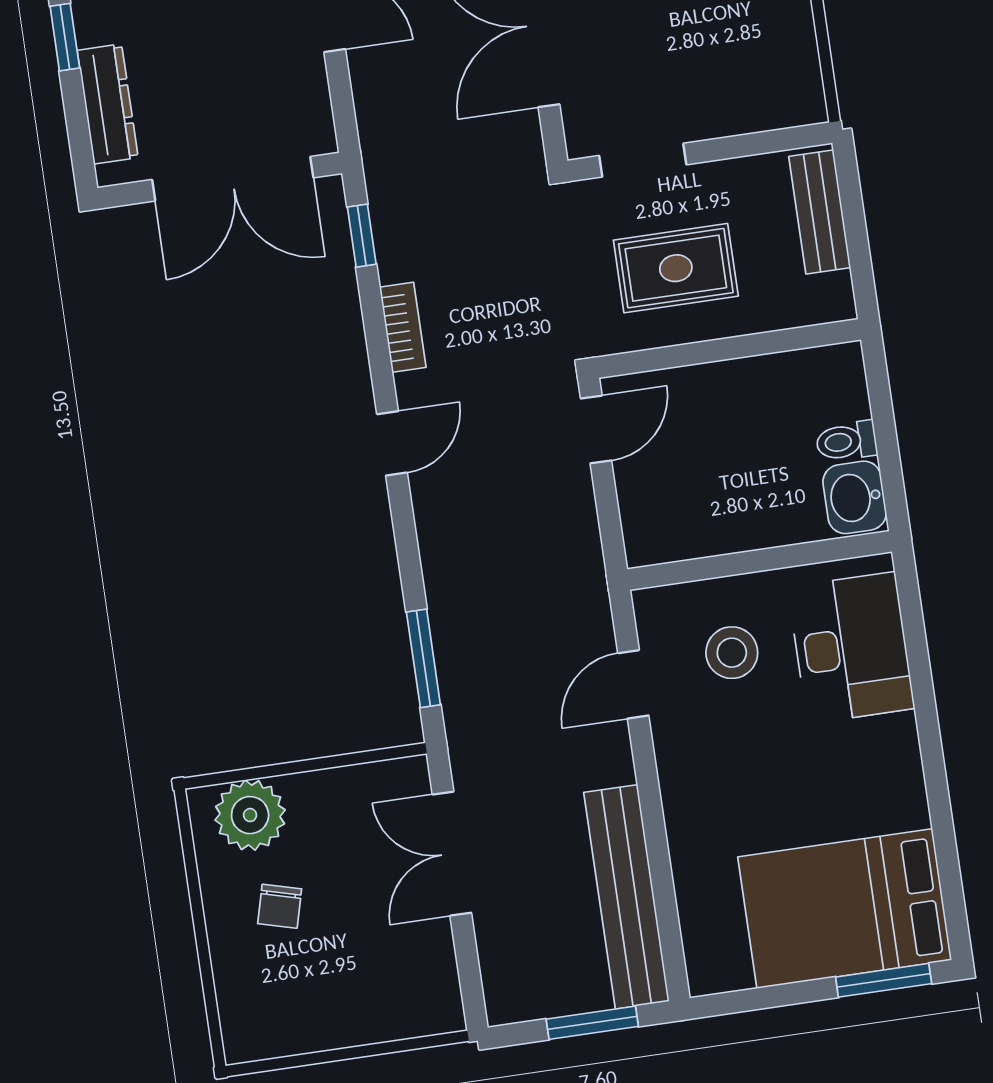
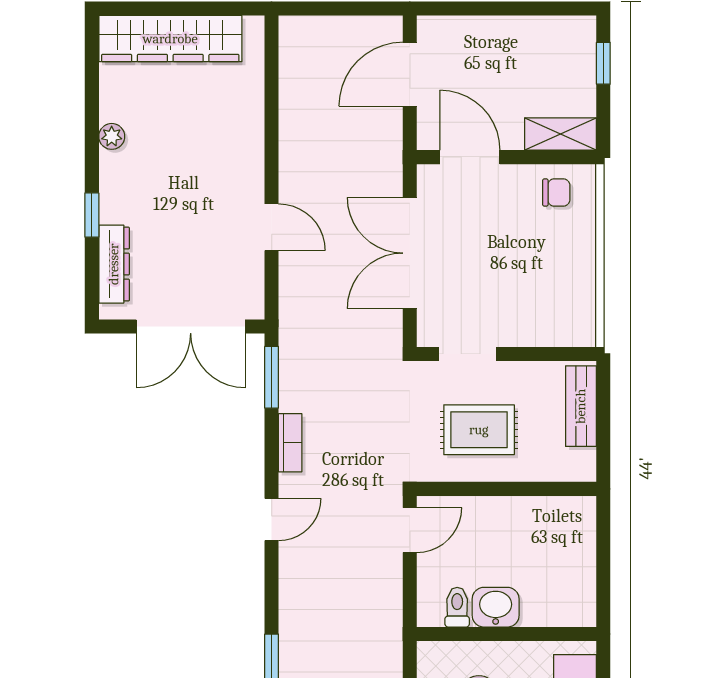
window: (362, 236) -> (272, 377), width x1.50
toilet: (846, 441) -> (457, 607), moved, turned 90
washbasin: (855, 497) -> (496, 607), moved, turned 90

